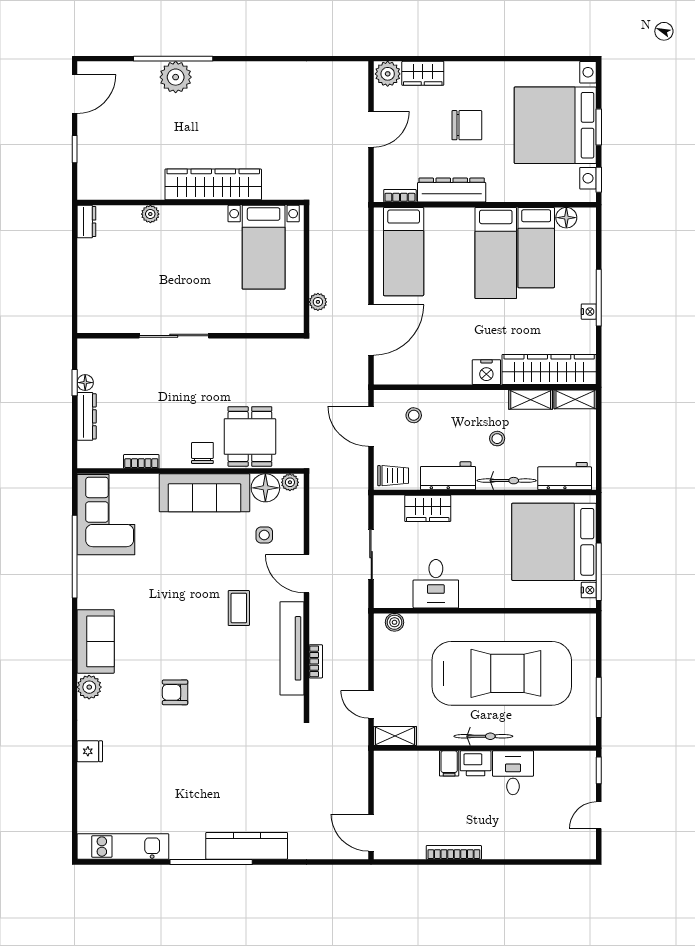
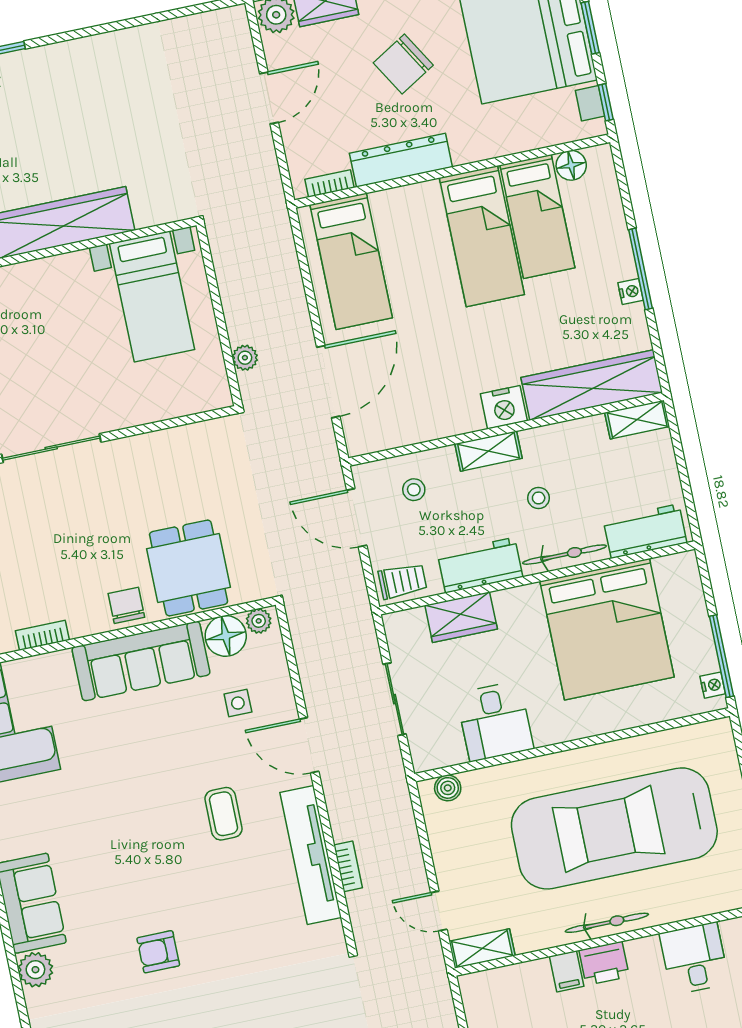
chair: (467, 125) -> (403, 64), turned 149
shelving: (531, 400) -> (489, 451), moved
bed: (554, 542) -> (607, 629), moved, turned -90
car: (502, 673) -> (614, 828), turned 180
desk: (513, 773) -> (694, 958), moved

